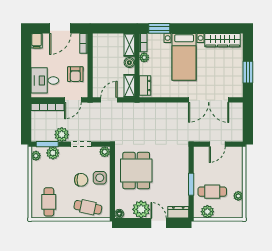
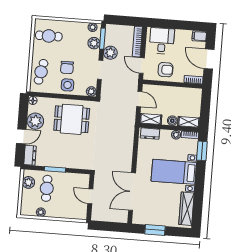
armchair: (75, 74) -> (165, 70), turned 180

